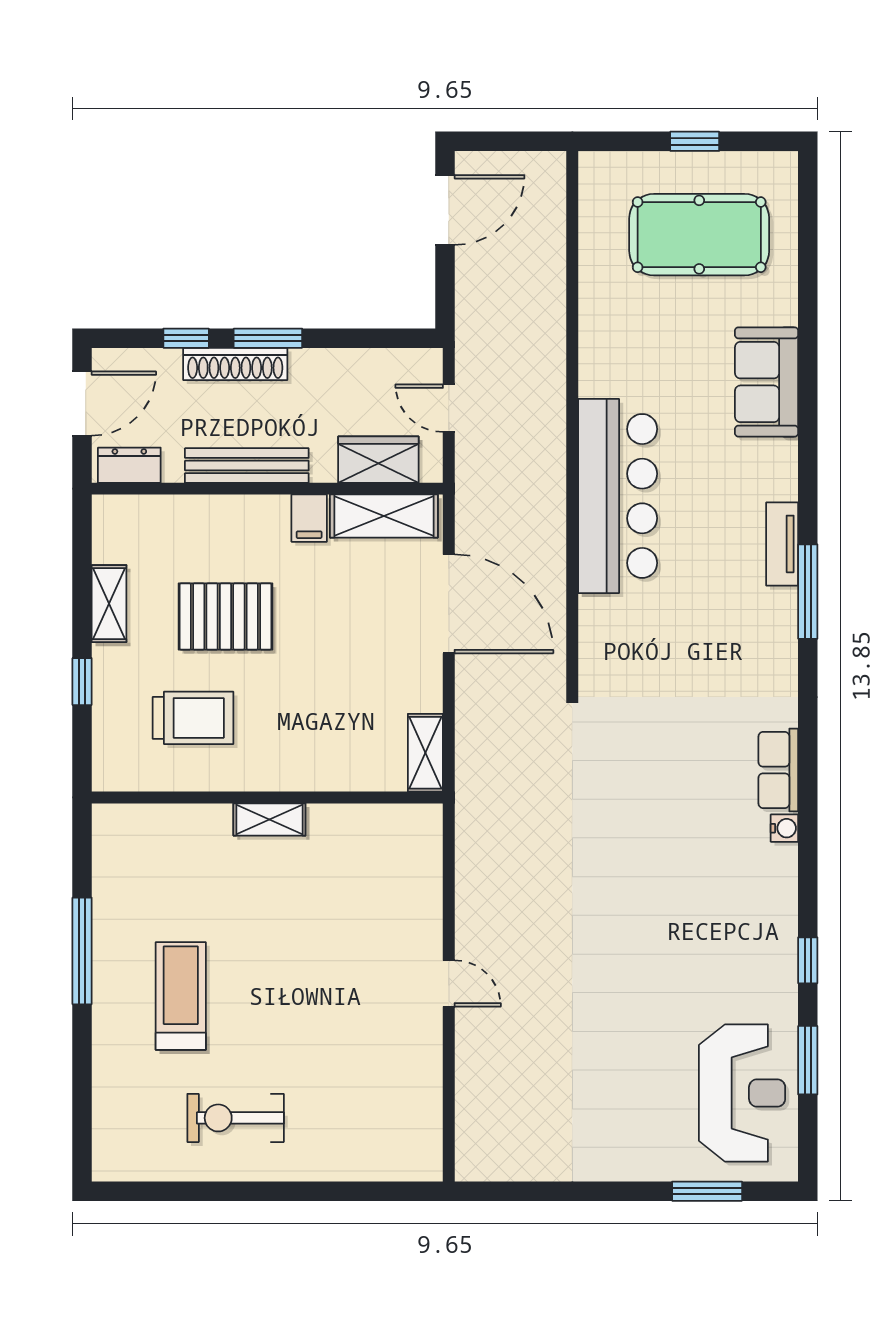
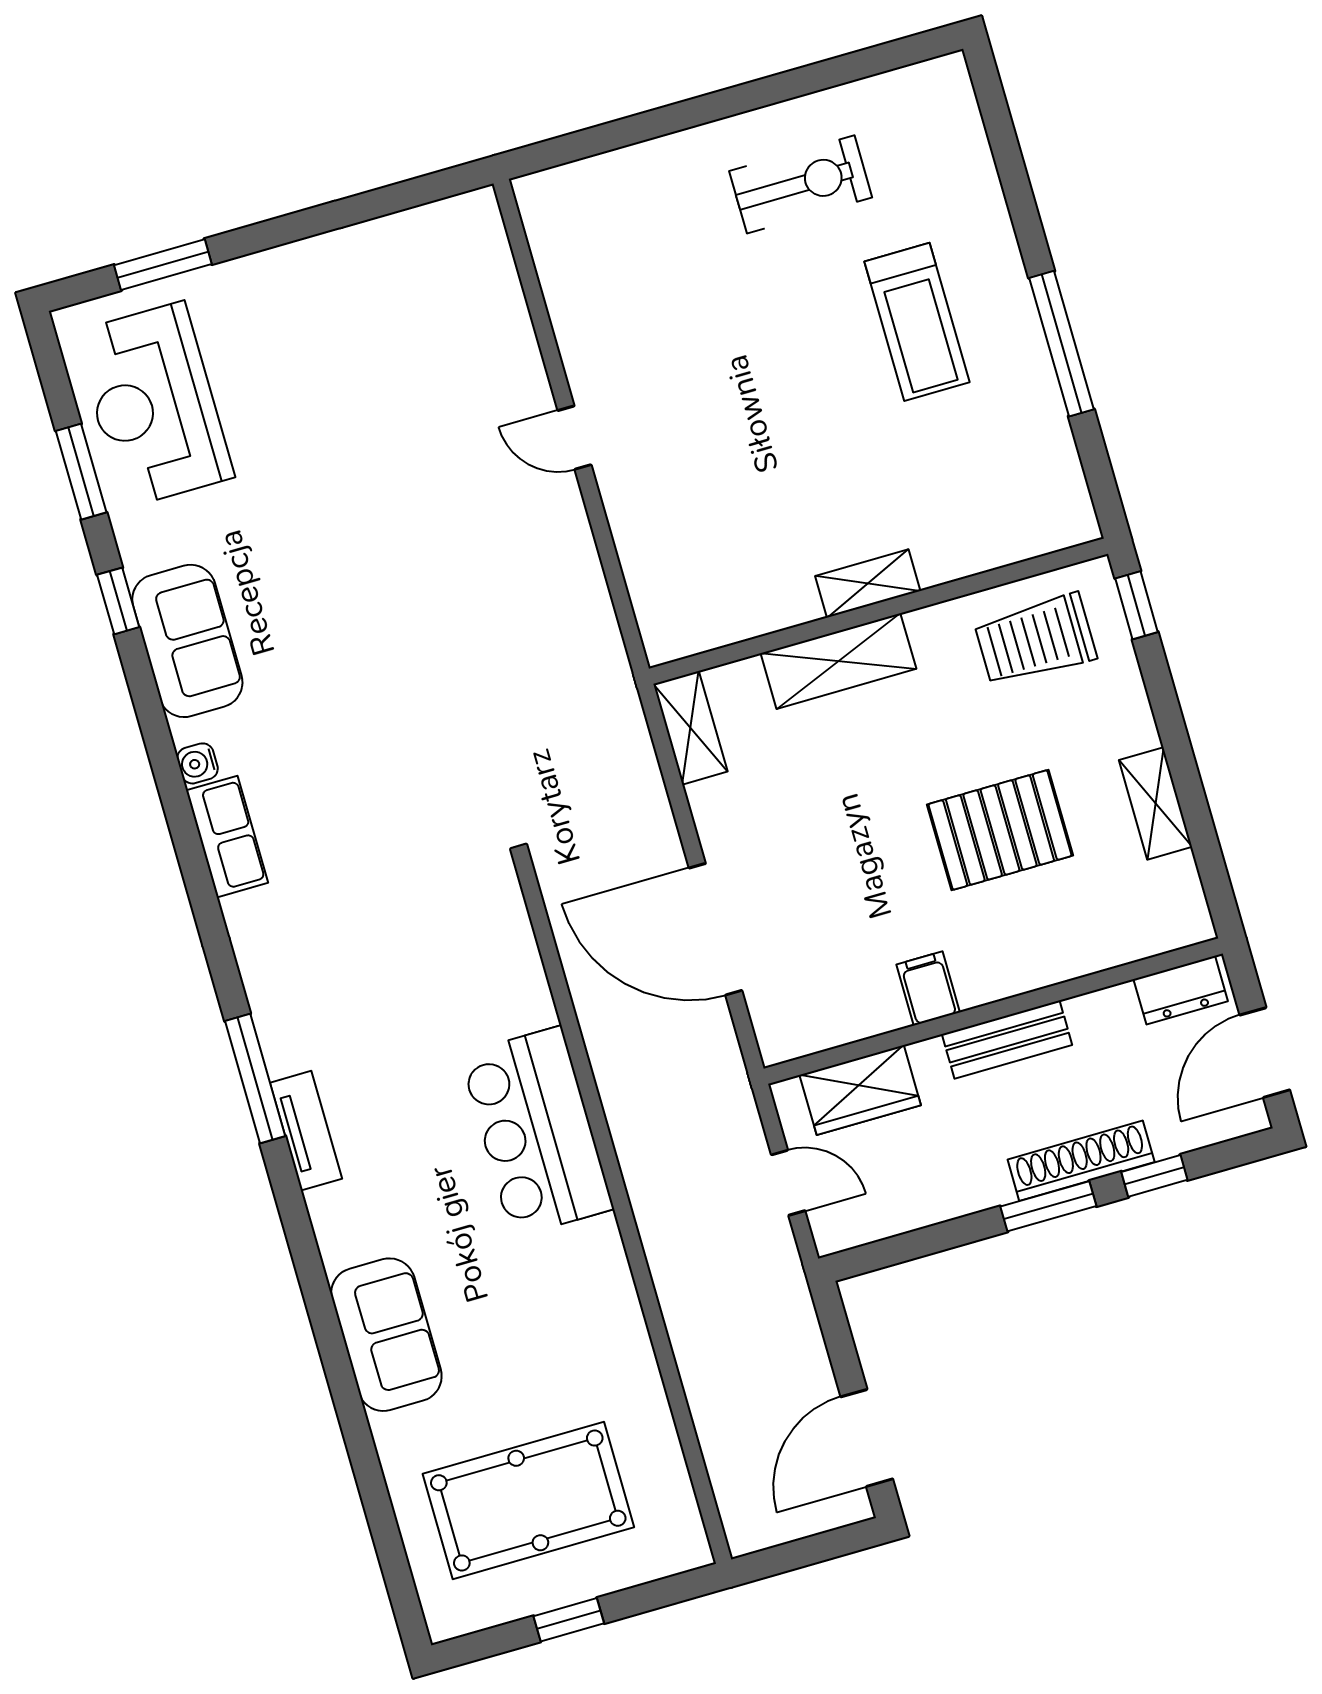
bench: (247, 466) -> (1007, 1040), width x0.73
bar counter: (618, 496) -> (537, 1132), width x0.73
shelving: (384, 516) -> (838, 661), moved
window: (82, 682) -> (1137, 605), moved
trolley: (193, 718) -> (1036, 640), moved
sofa: (767, 918) -> (187, 641), added

